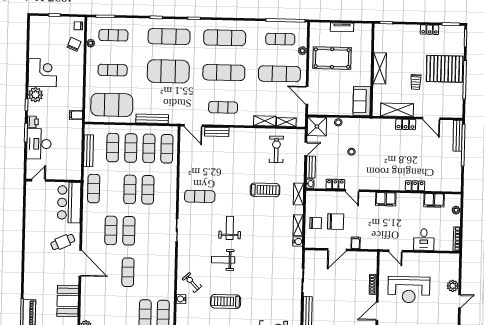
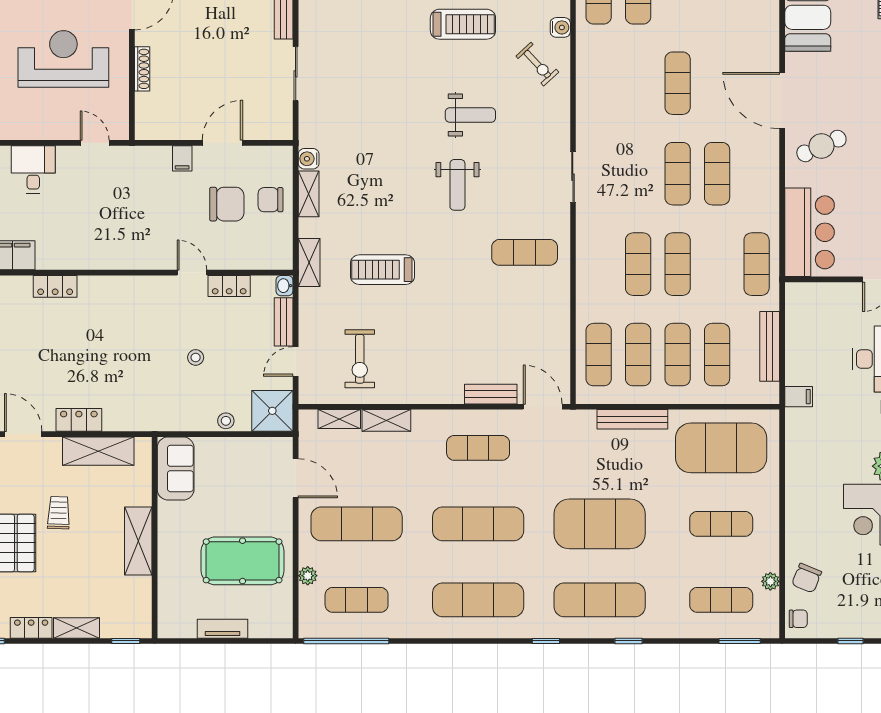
shelving: (409, 29) -> (77, 628), added
filing cabinet: (76, 115) -> (799, 397), moved
filing cabinet: (386, 199) -> (119, 255), removed
chair: (336, 222) -> (227, 204), turned 180

